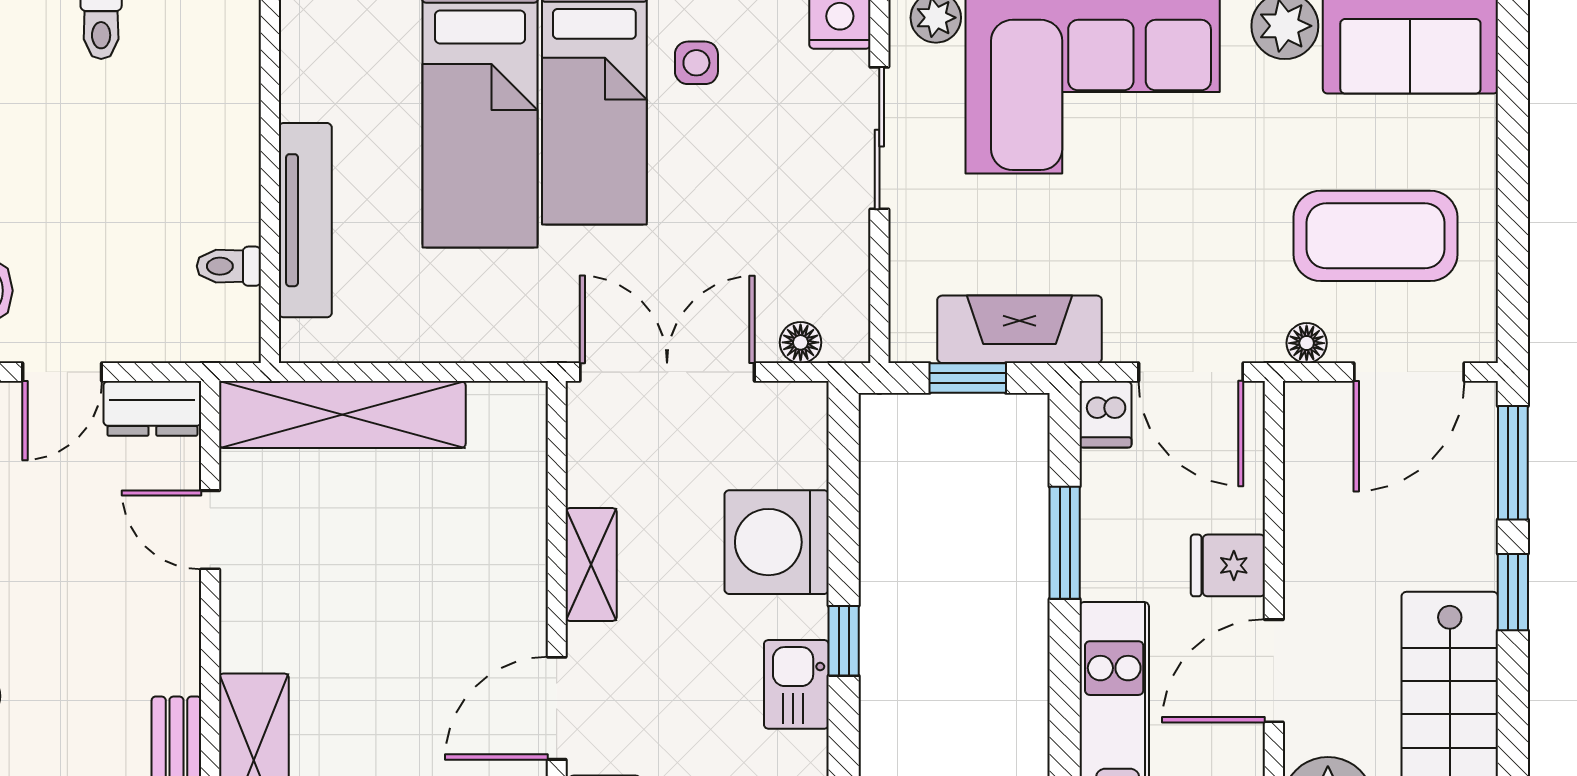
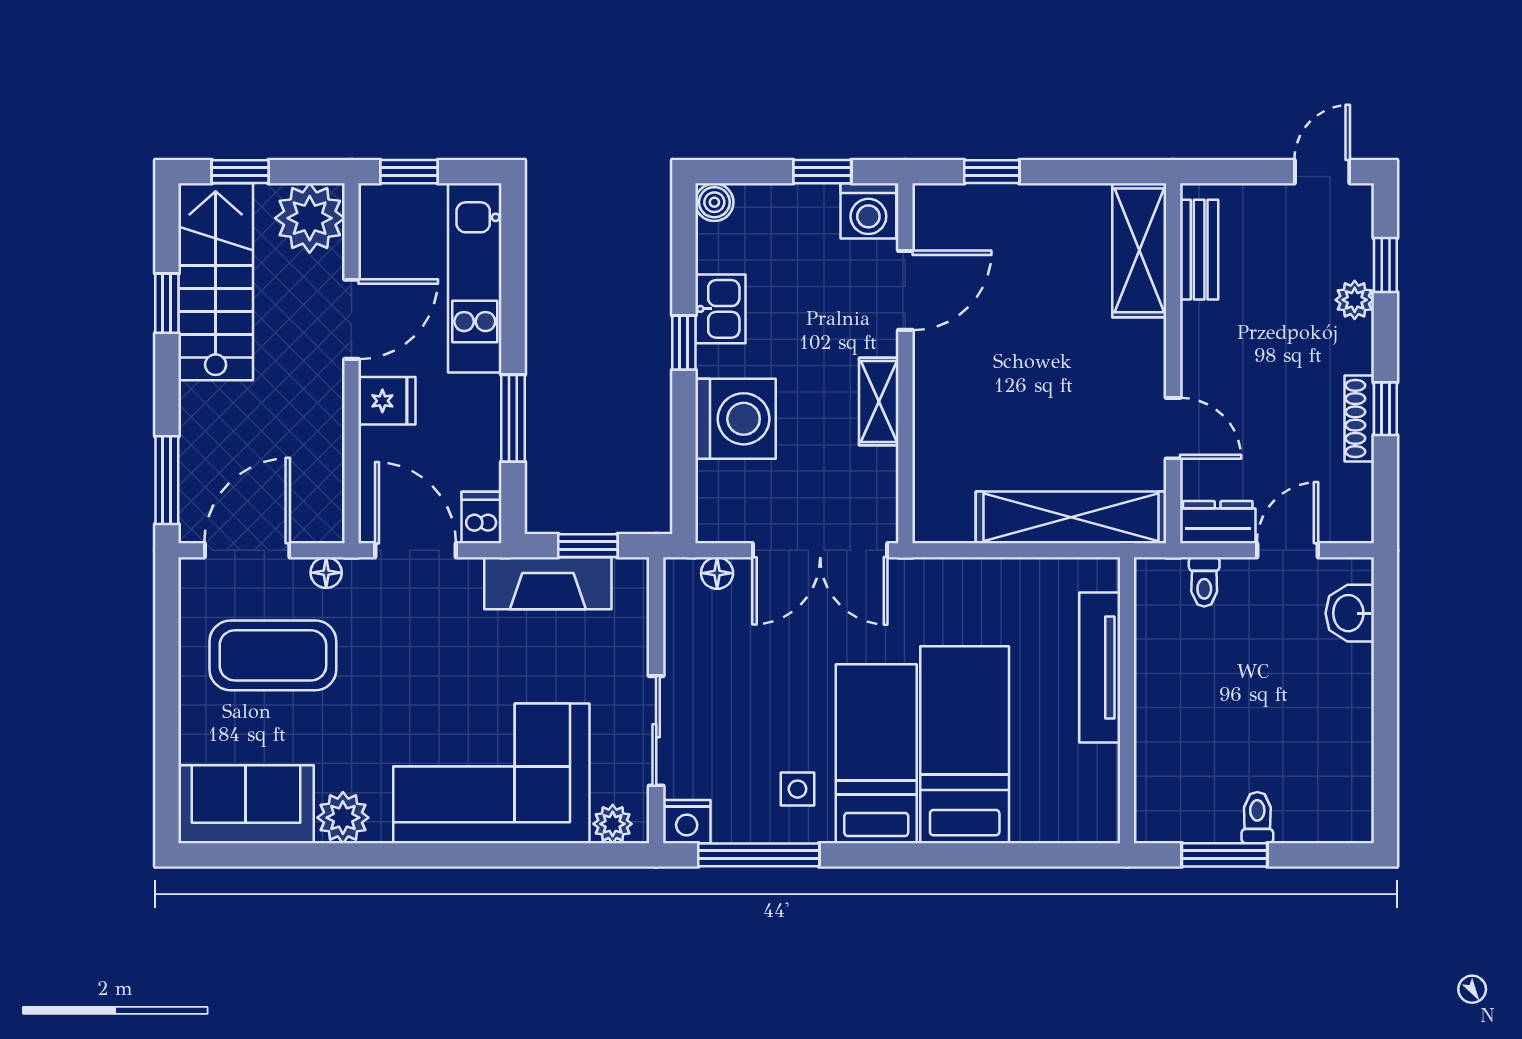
toilet: (229, 266) -> (1204, 582), moved, turned 90
window: (1513, 592) -> (167, 303), moved

